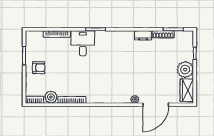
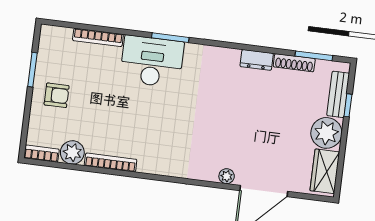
desk: (83, 43) -> (152, 62), width x1.37
bench: (189, 48) -> (338, 94), added

